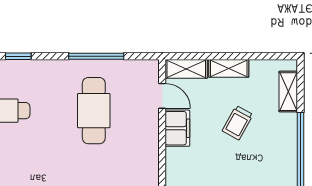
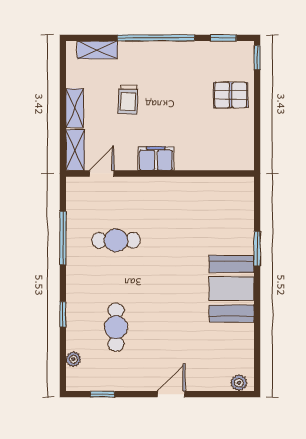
cafe table: (94, 111) -> (116, 240), width x0.73, depth x0.74
trolley: (238, 123) -> (128, 100), turned 64
filing cabinet: (177, 128) -> (156, 159), moved

